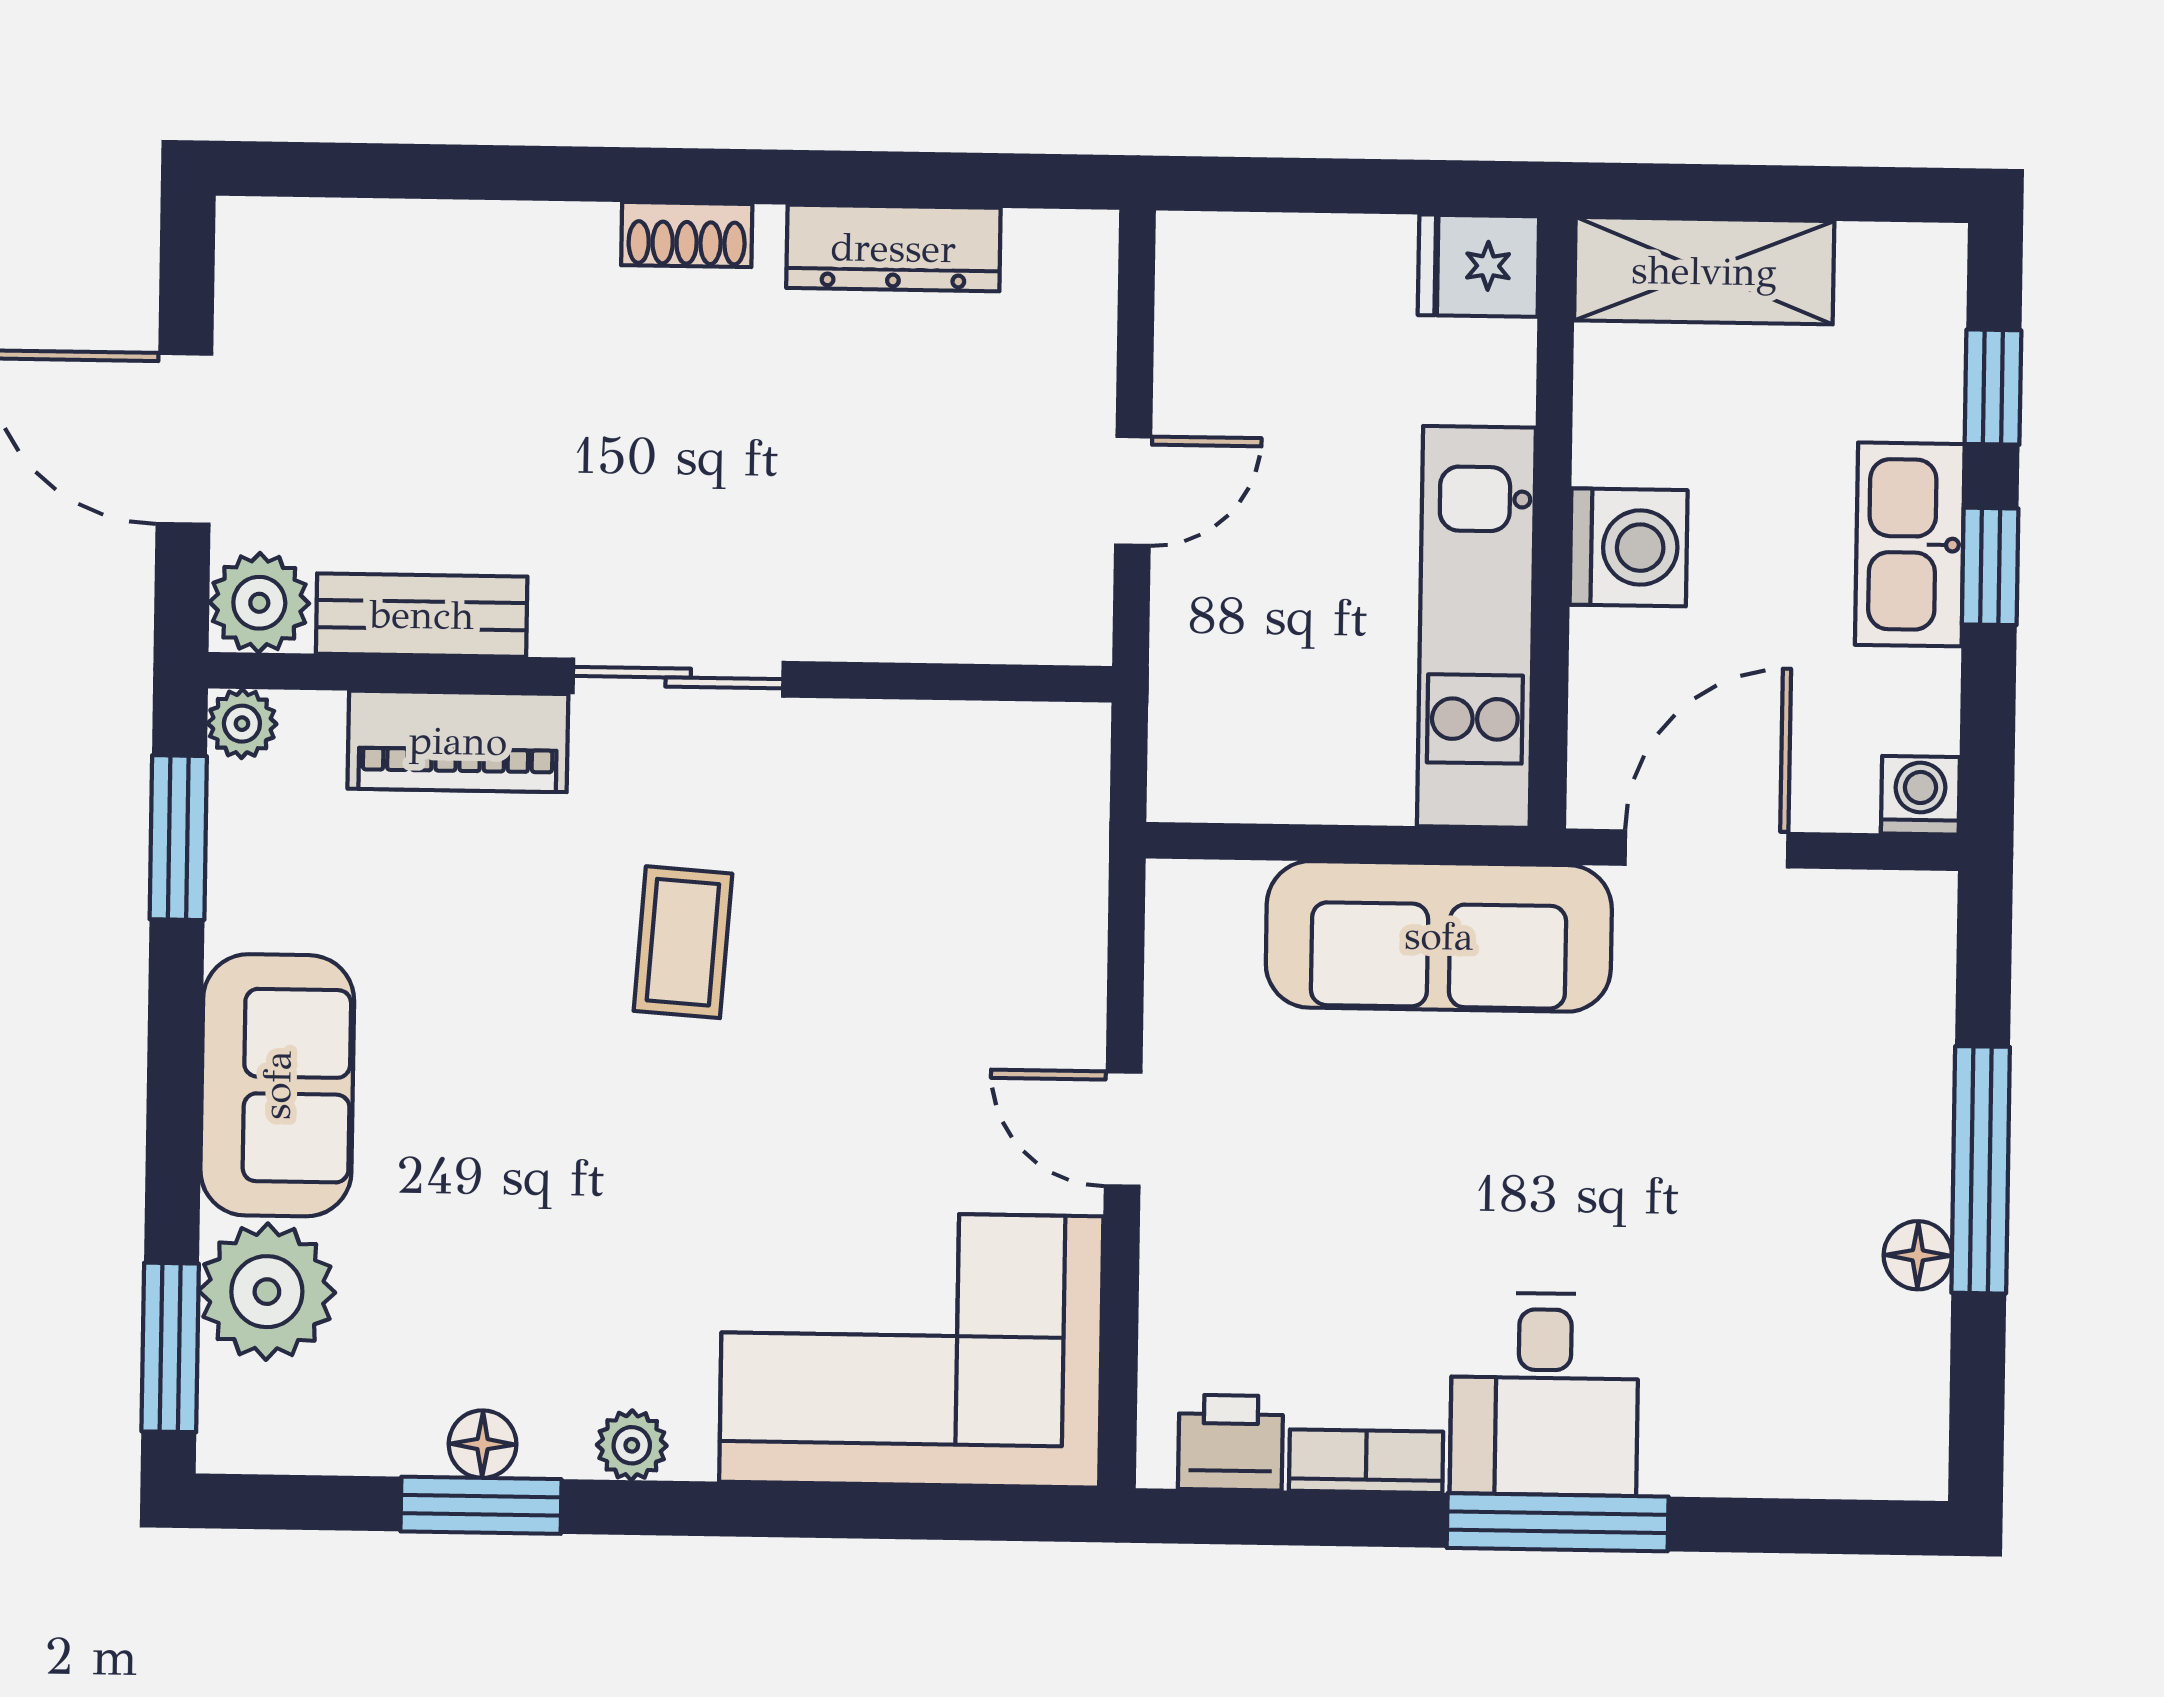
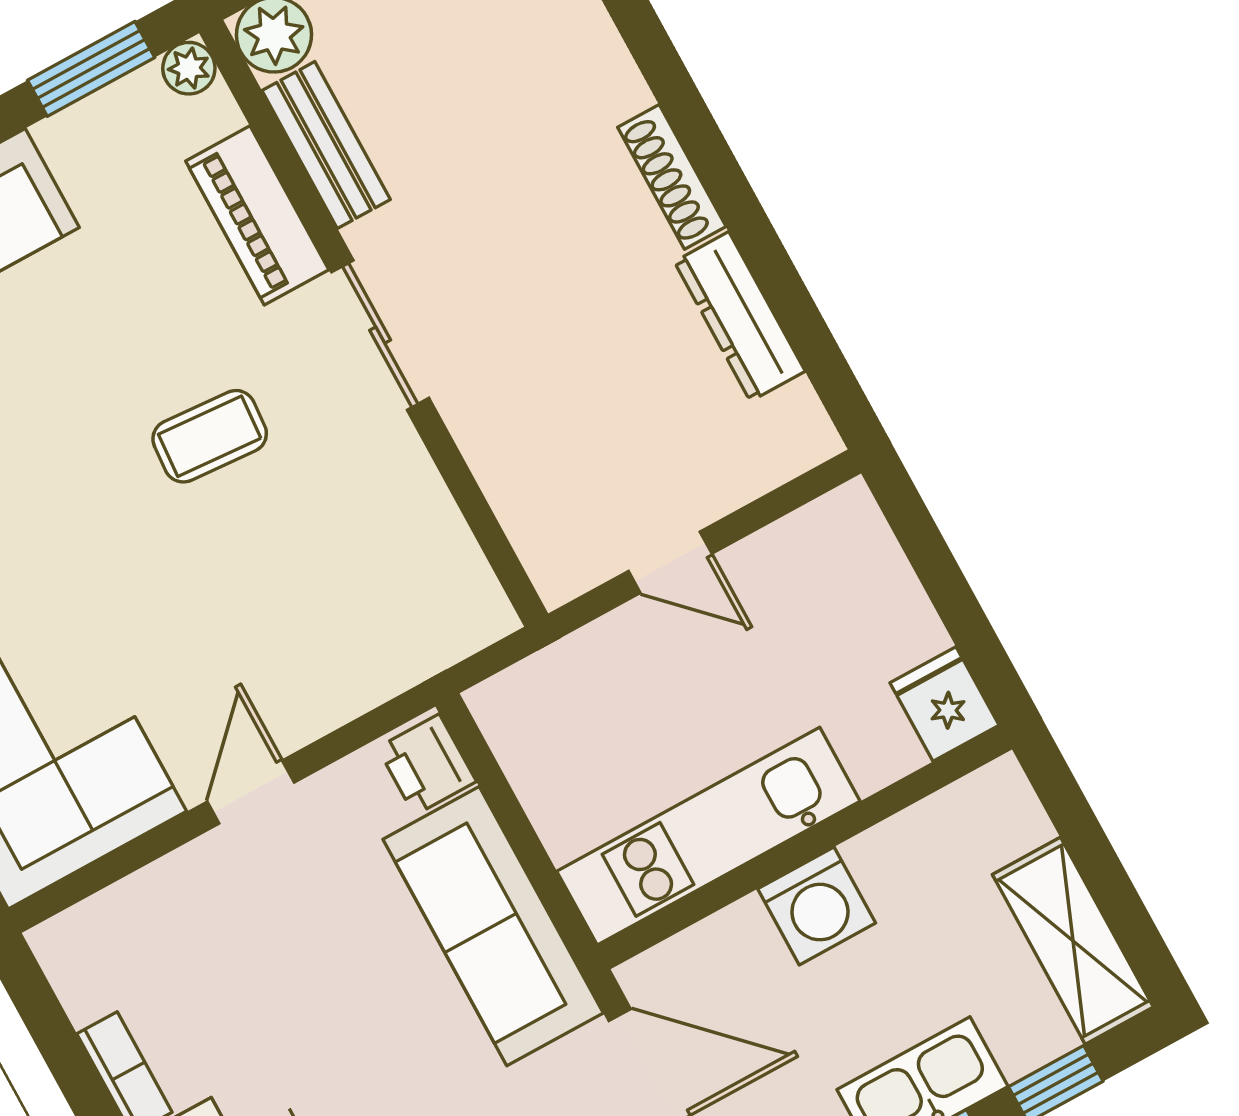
shoe rack: (687, 235) -> (672, 177), width x1.43
shelving: (1704, 271) -> (1073, 941), moved
printer: (1231, 1443) -> (427, 765), moved, turned 180

